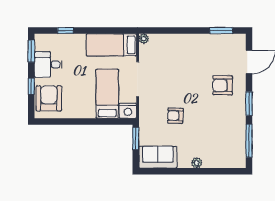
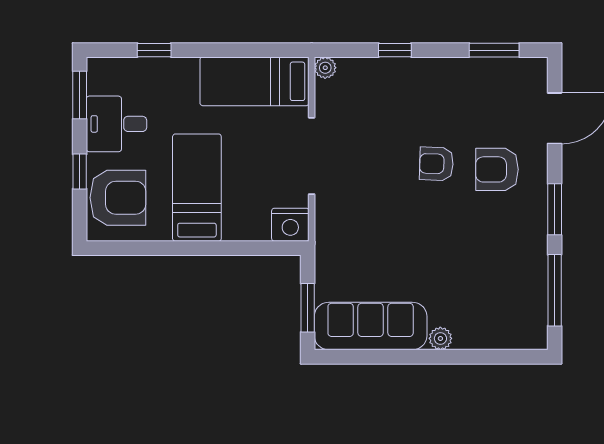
window: (176, 31) -> (395, 50), added
bed: (107, 94) -> (197, 188), moved
armchair: (49, 98) -> (118, 198), turned 90
armchair: (175, 116) -> (436, 164), moved
window: (136, 139) -> (308, 308), moved
sofa: (158, 157) -> (371, 326), width x1.36

